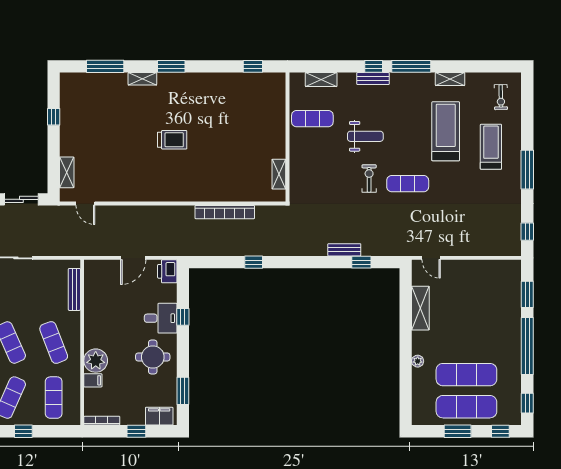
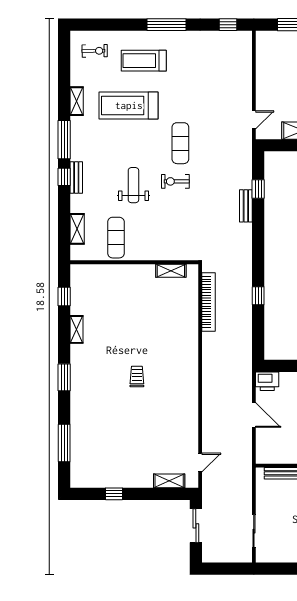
shelving: (142, 79) -> (77, 329), moved
trolley: (172, 140) -> (137, 376), width x0.73, depth x0.72
bookcase: (225, 212) -> (209, 302), moved

